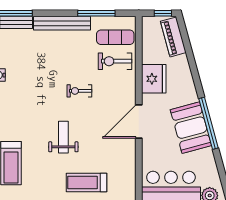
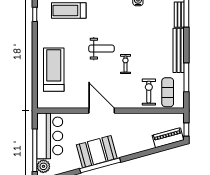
fridge: (154, 79) -> (135, 122), removed
weight bench: (63, 137) -> (102, 49), moved
treadmill: (87, 182) -> (54, 70), width x1.37, depth x1.38

